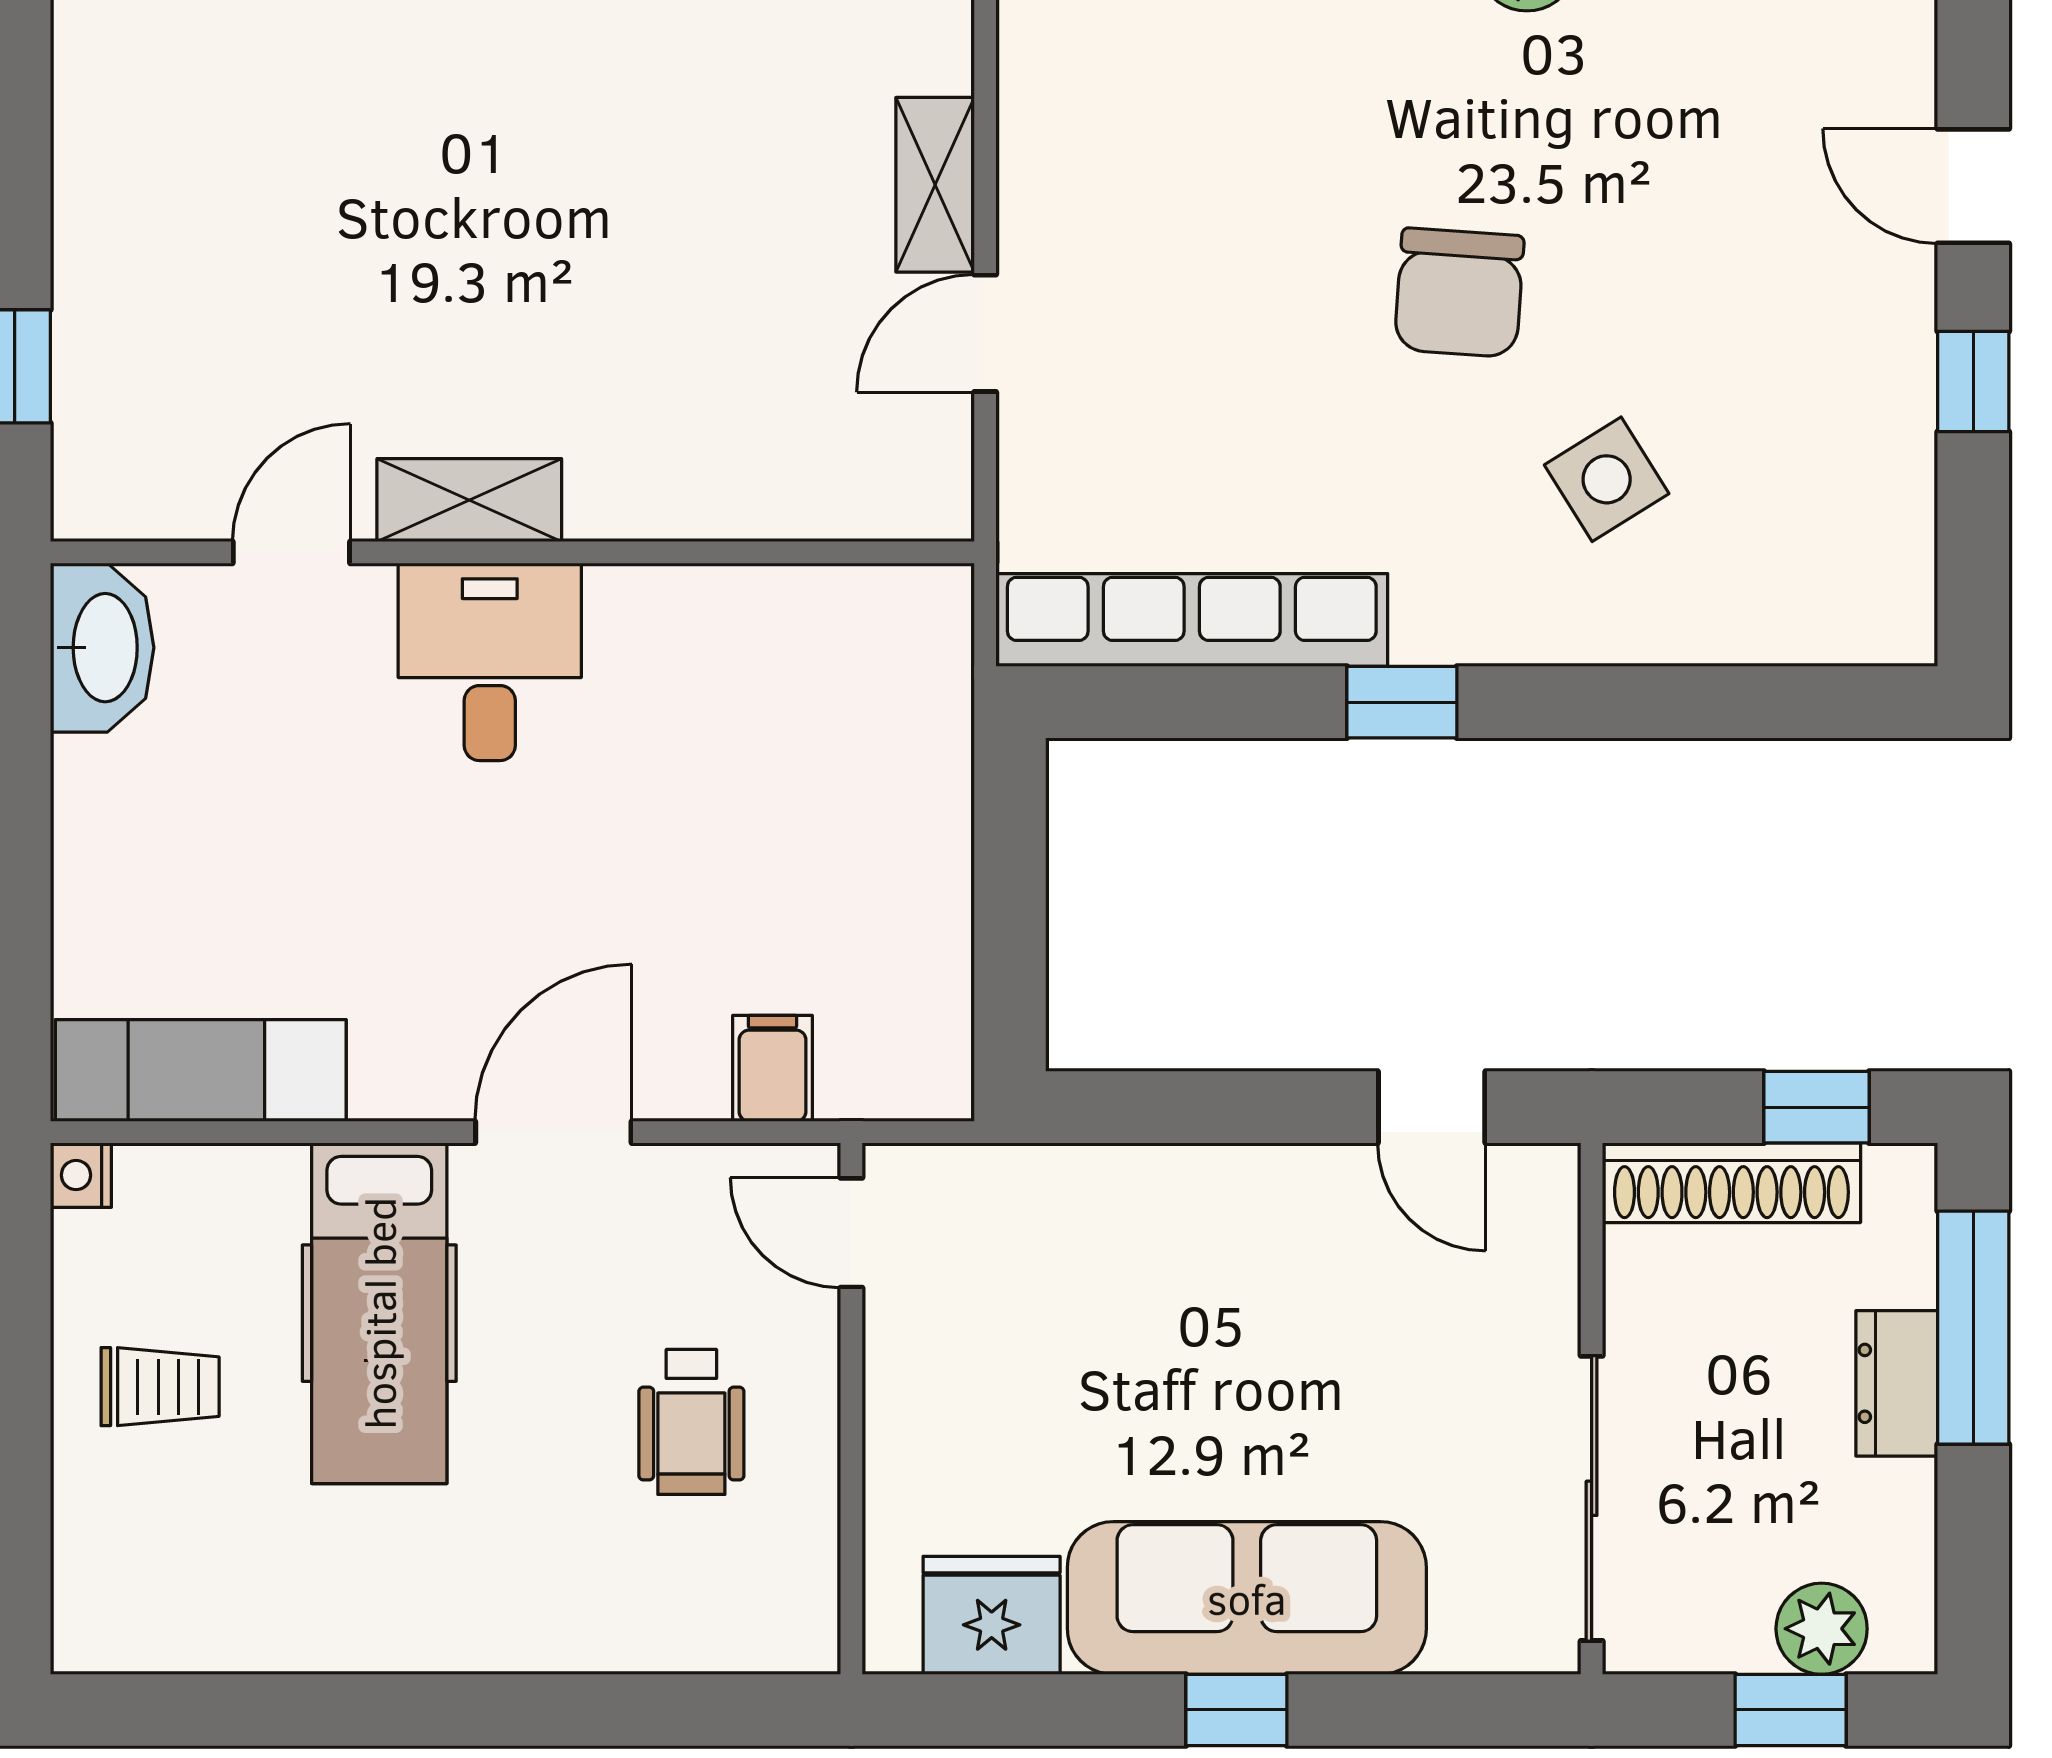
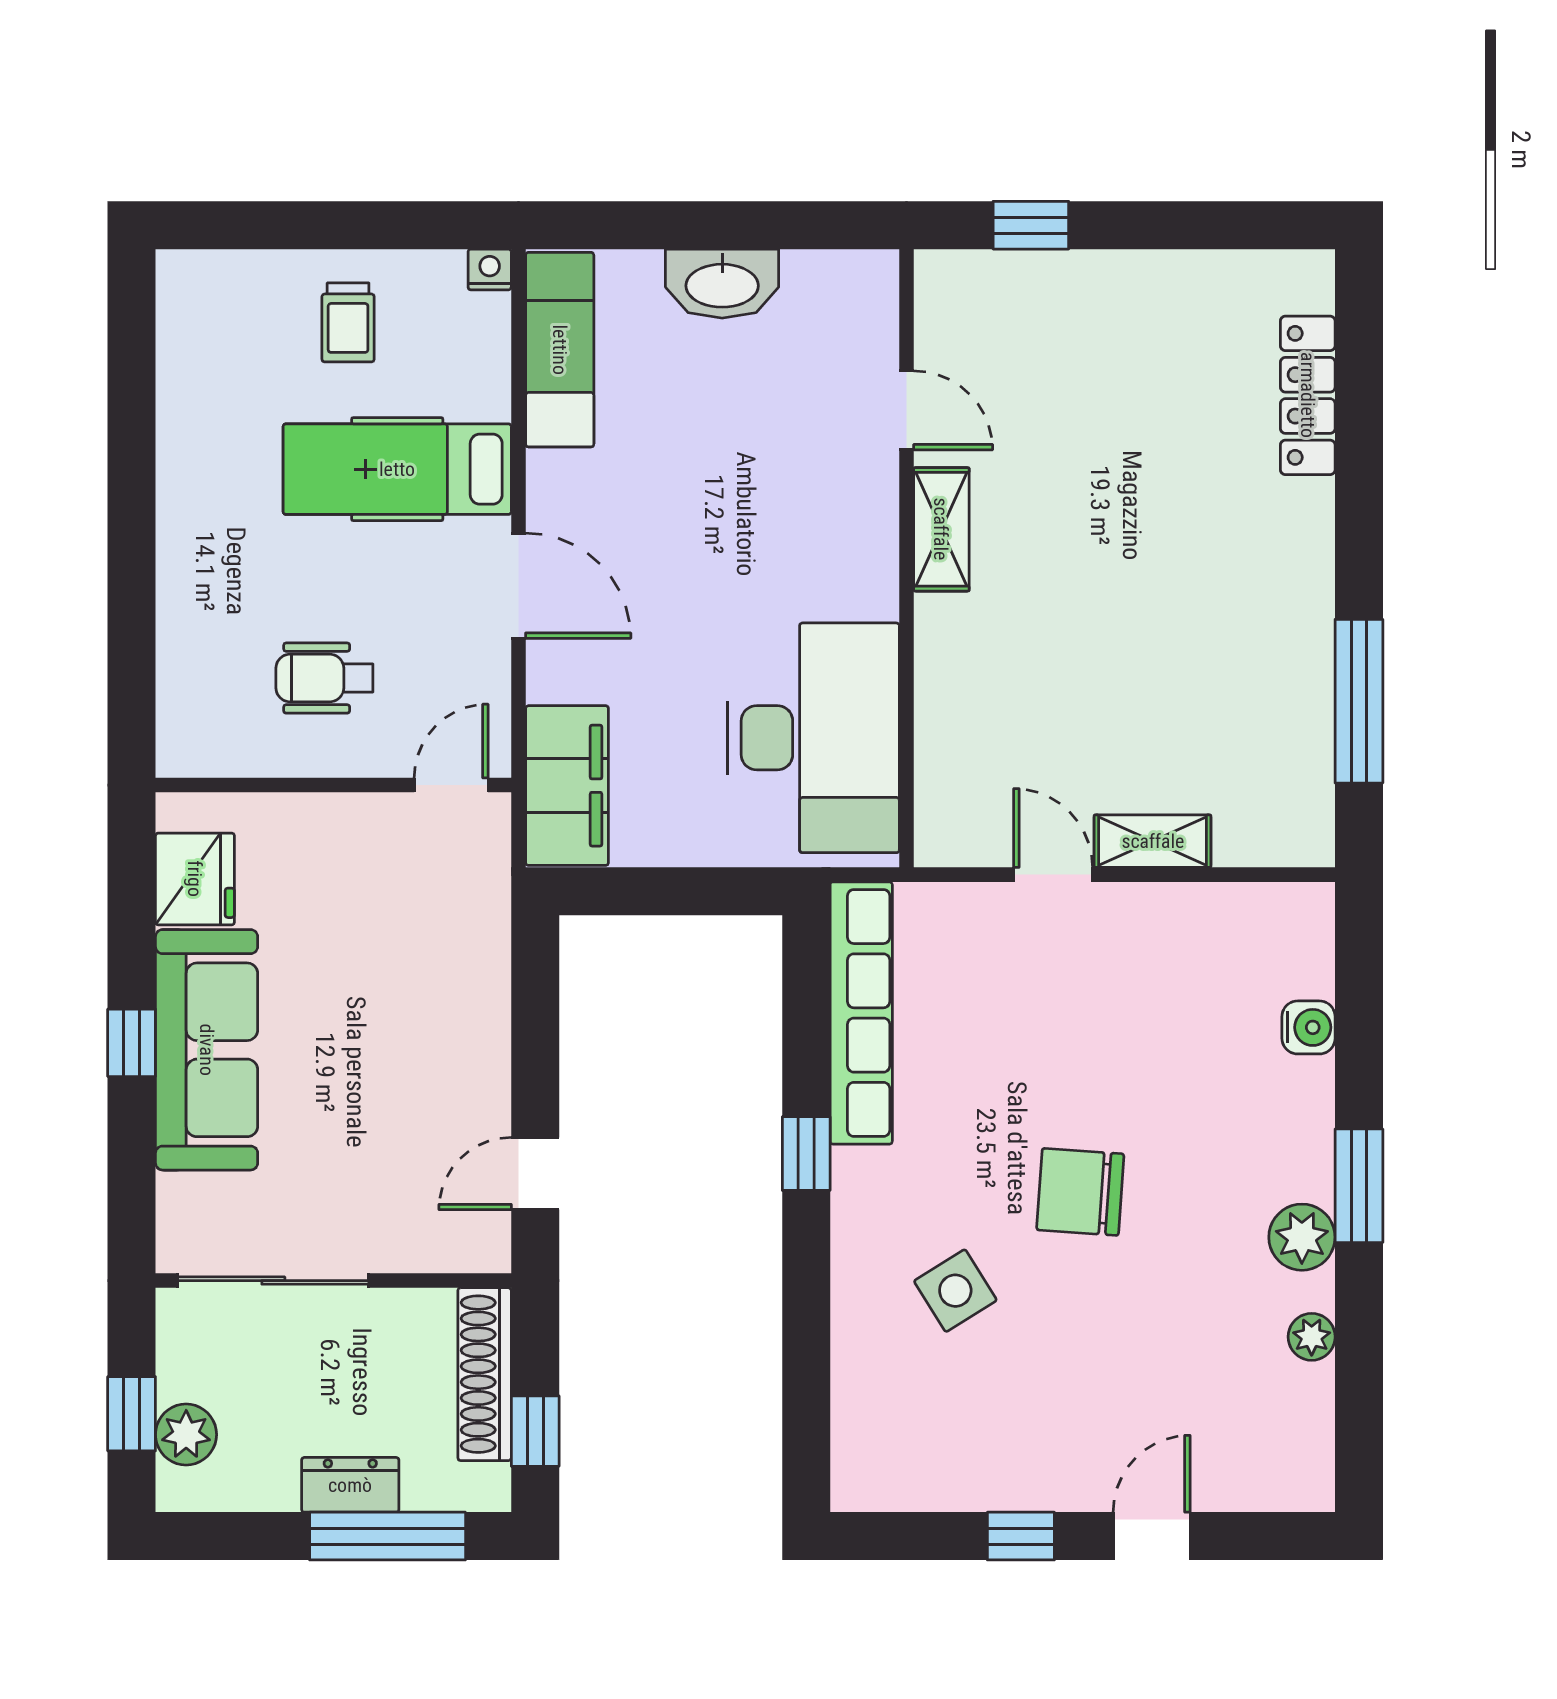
washbasin: (102, 648) -> (722, 284), moved
desk: (490, 662) -> (813, 738), moved, width x1.87, depth x1.30
filing cabinet: (773, 1068) -> (567, 786), width x3.00, depth x1.17

